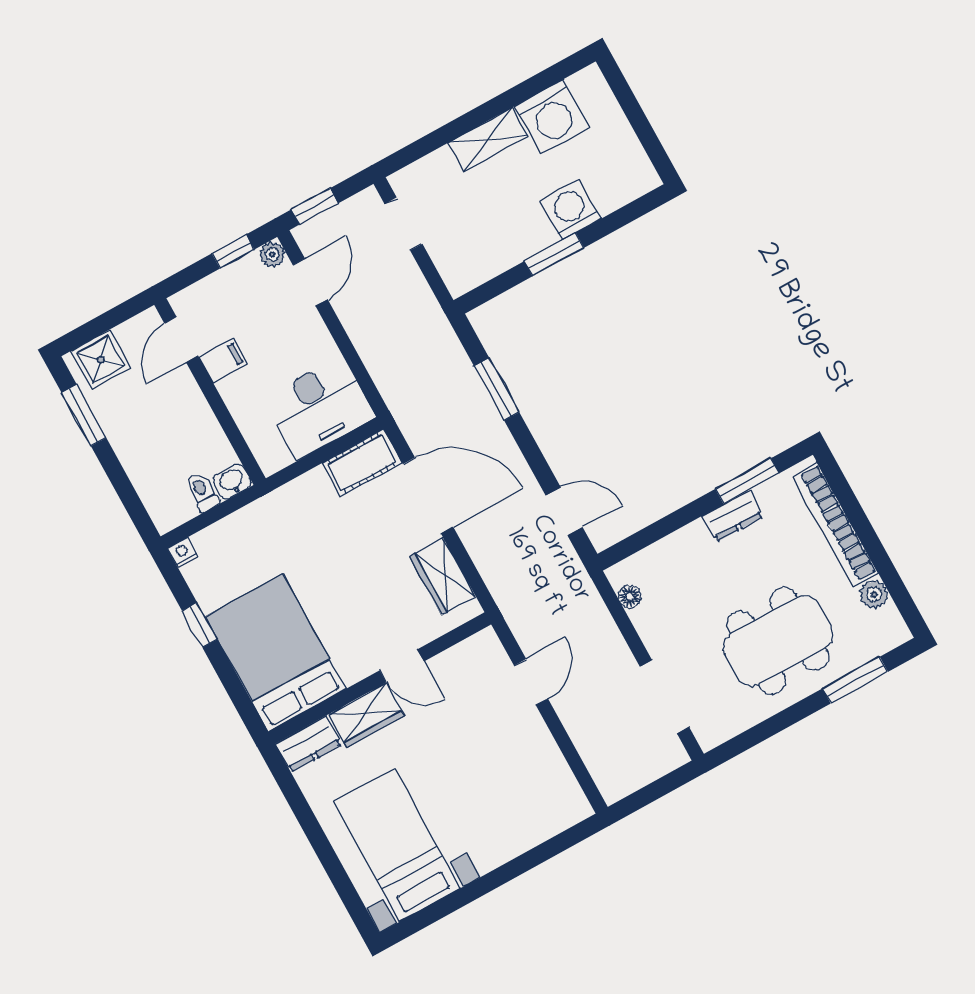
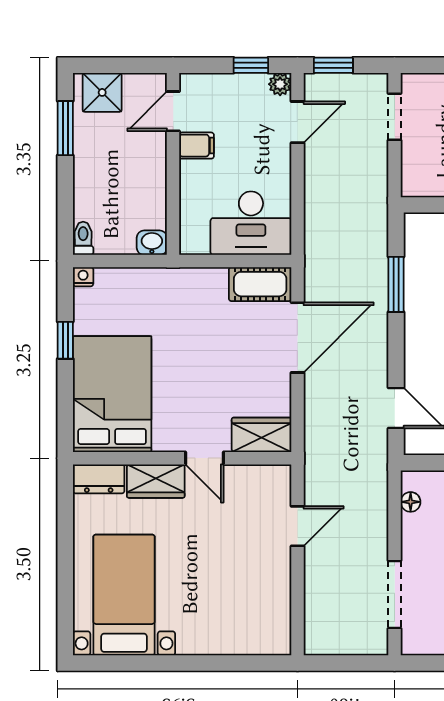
toilet: (202, 492) -> (83, 238), moved
door: (428, 495) -> (297, 337), hinge flipped
wardrobe: (442, 576) -> (262, 435), moved, turned 90

